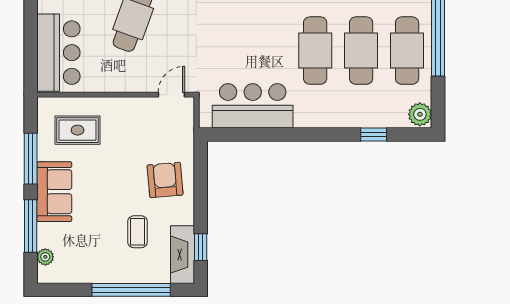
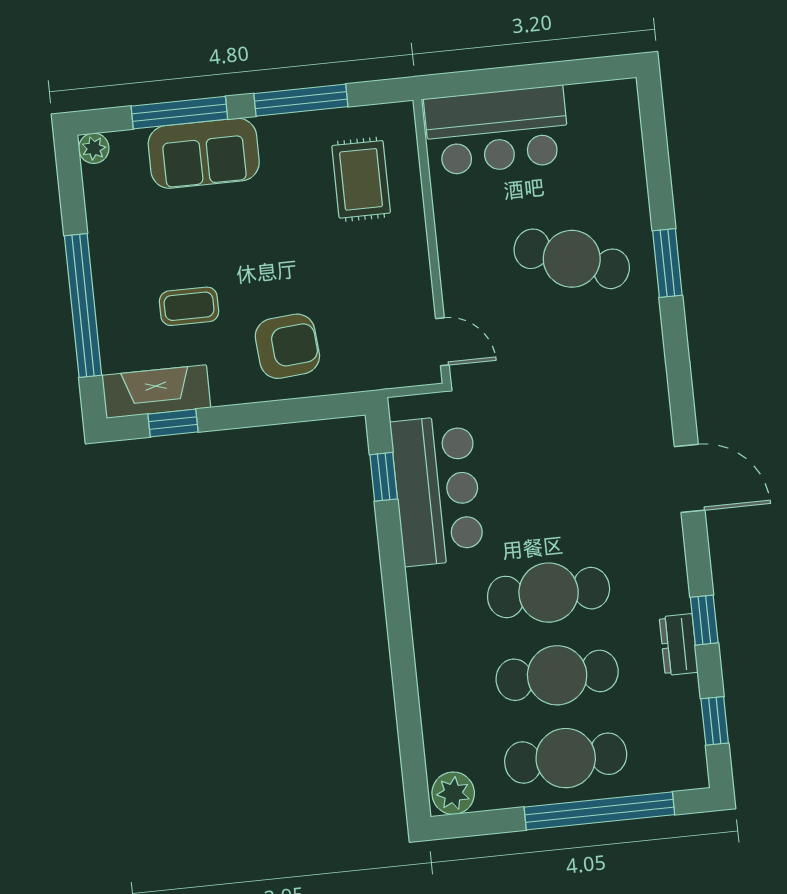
window: (374, 135) -> (384, 477), moved
sofa: (54, 192) -> (204, 153), moved
plant: (45, 257) -> (94, 148), moved

